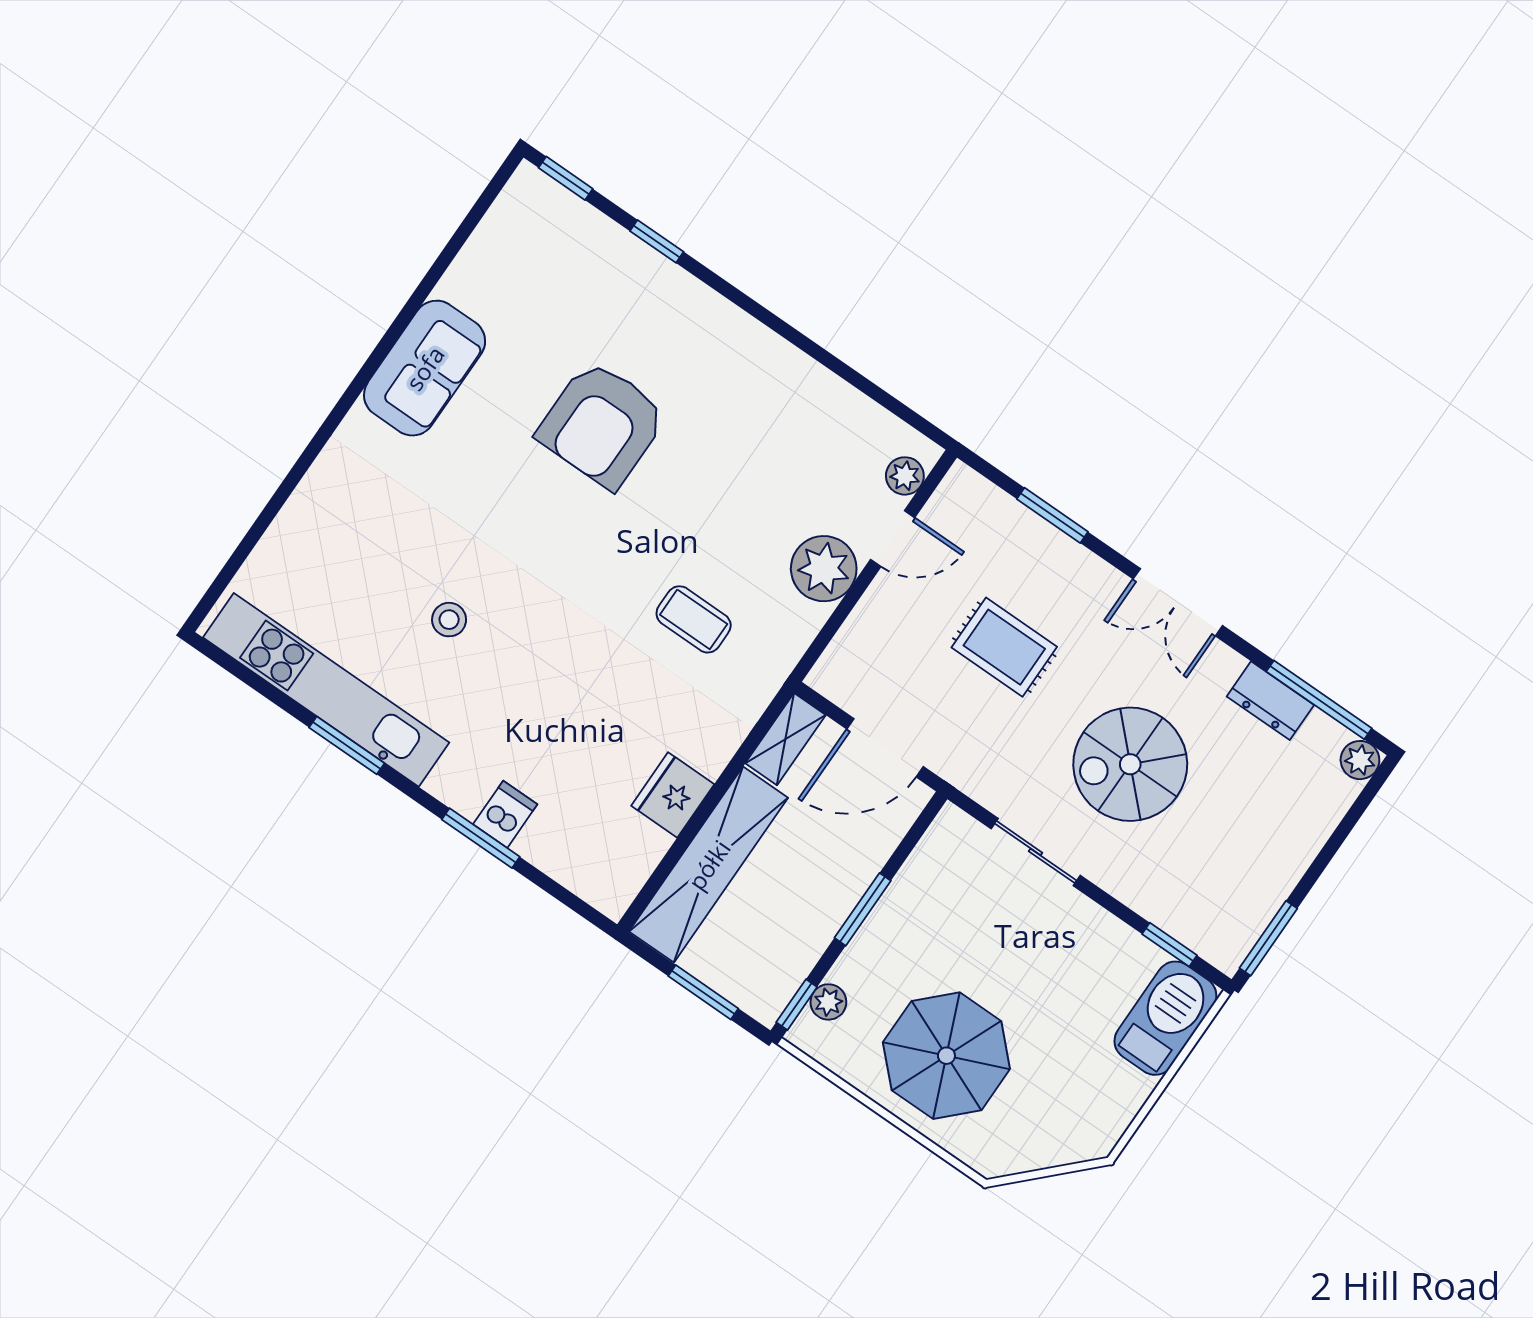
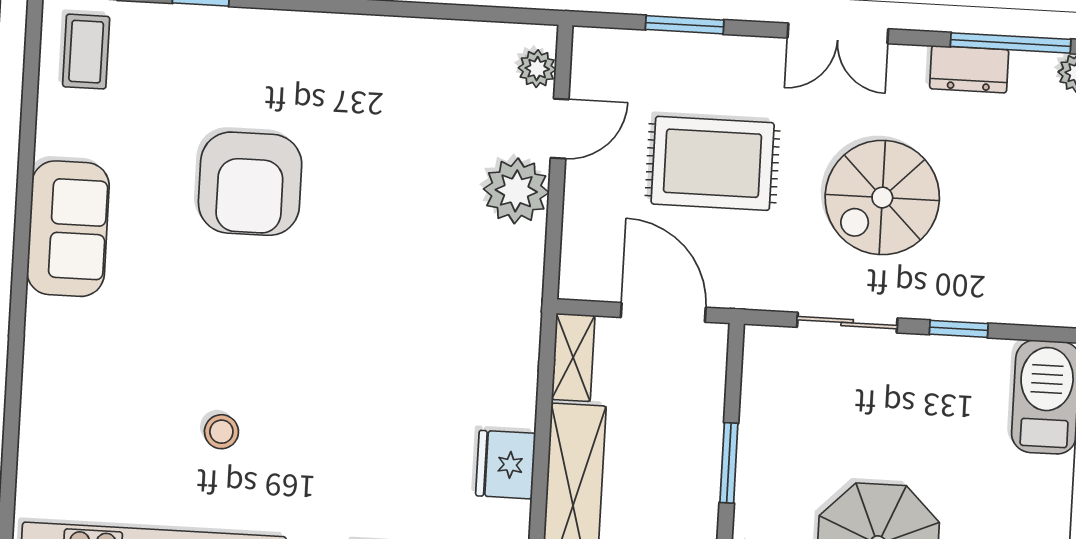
coffee table: (694, 619) -> (86, 52), moved, turned 90
rug: (1004, 647) -> (713, 163), width x1.36, depth x1.43
door: (885, 748) -> (663, 312), swing flipped
window: (1170, 945) -> (959, 329), moved

